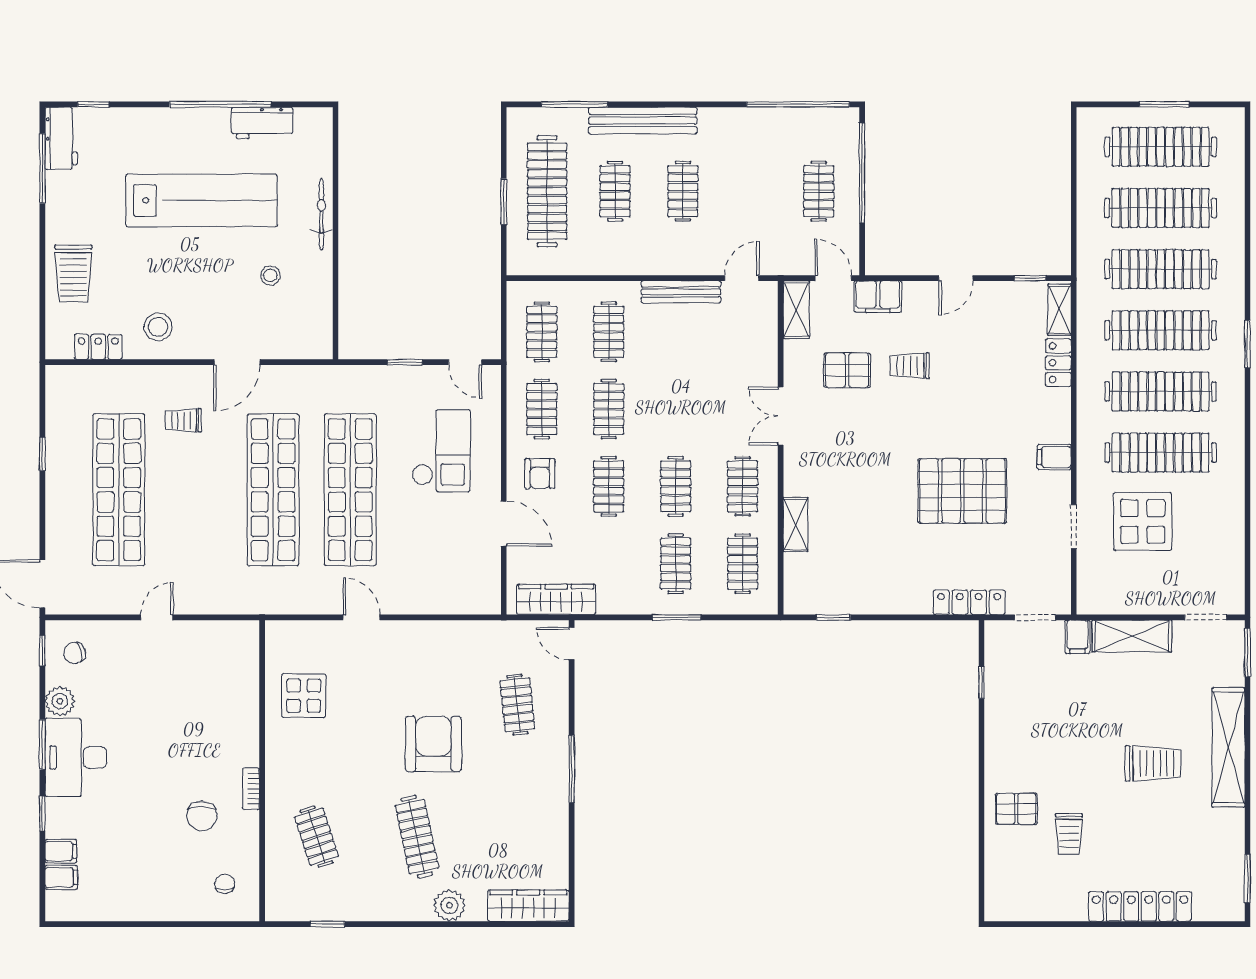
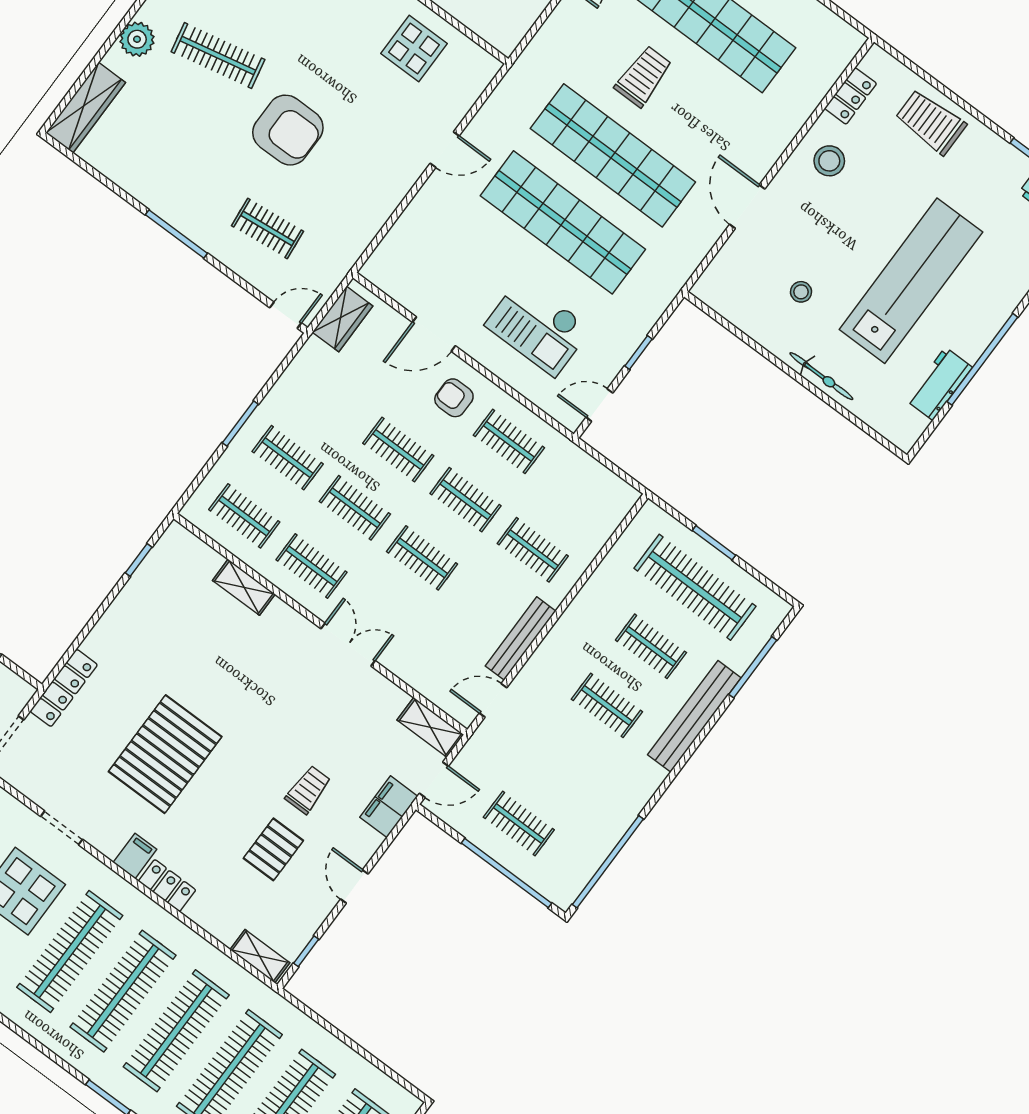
lab bench: (202, 200) -> (911, 281), turned 180
door: (742, 278) -> (493, 700), swing flipped
clothes rail: (542, 332) -> (422, 558), moved
locker: (1058, 363) -> (167, 886), moved
pallet: (847, 370) -> (273, 849), moved
trolley: (183, 420) -> (643, 76), moved, width x1.36, depth x1.39
wardrobe: (556, 599) -> (343, 319), width x0.67

